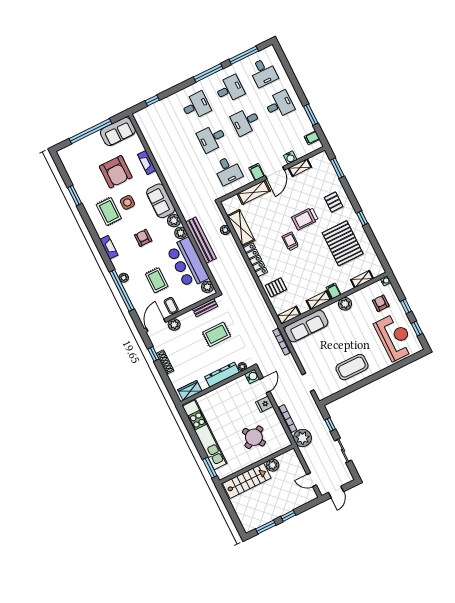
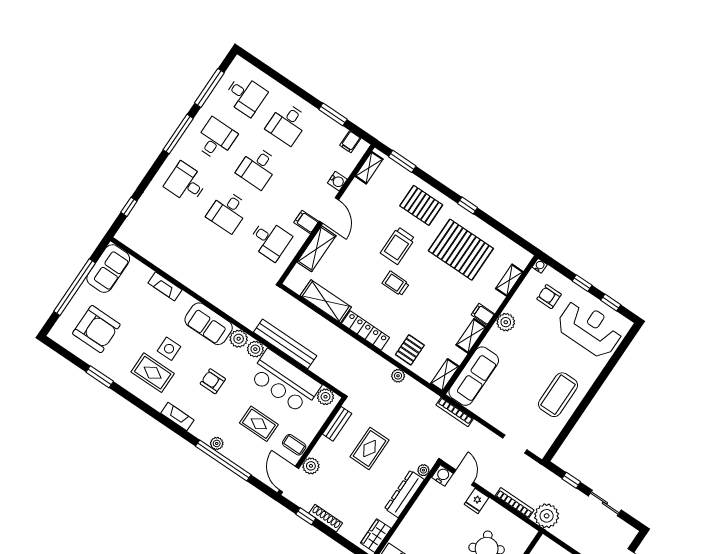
desk: (279, 105) -> (287, 124), turned 180
desk: (196, 106) -> (186, 183), turned -90
shelving: (300, 168) -> (369, 168), moved
armchair: (116, 172) -> (96, 329), moved
pallet: (334, 202) -> (421, 205), width x1.50, depth x1.42
plant: (225, 230) -> (398, 376), moved

